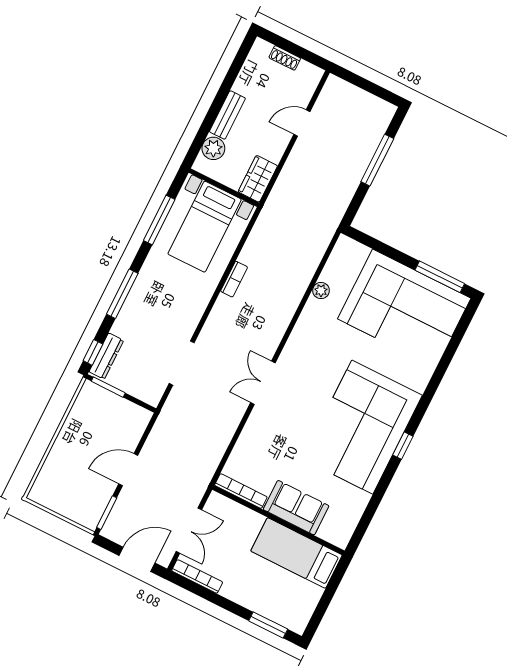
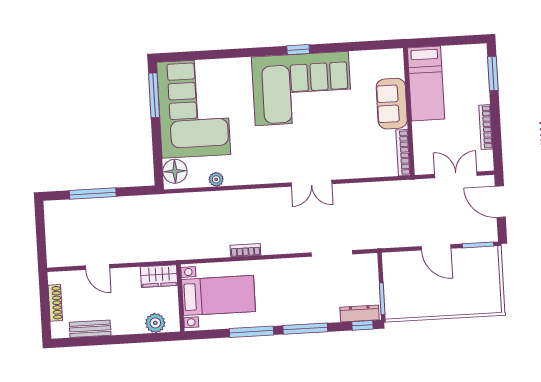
shoe rack: (285, 58) -> (55, 303), width x1.43
bench: (227, 115) -> (90, 329), moved
window: (159, 220) -> (251, 332), moved
floor lamp: (353, 254) -> (175, 171), added
bookcase: (197, 576) -> (486, 127), moved

